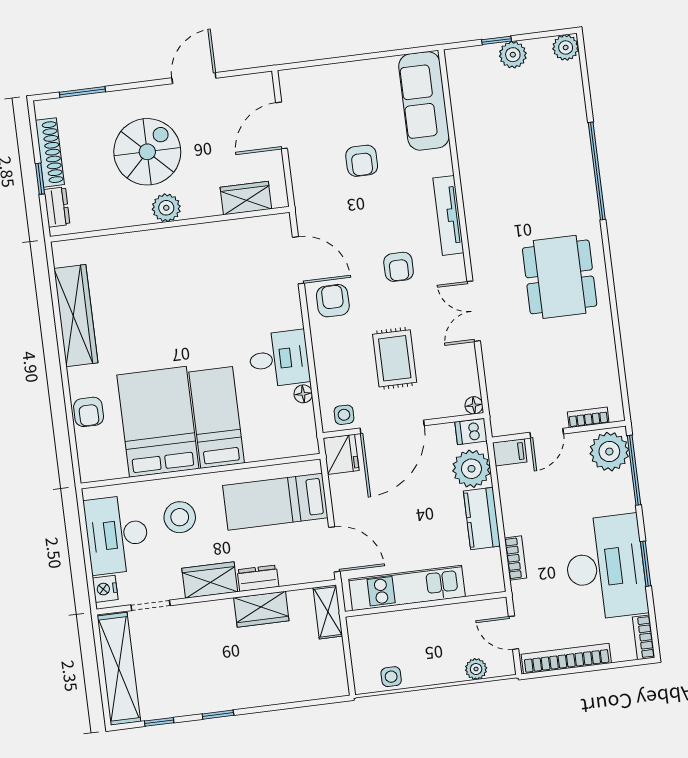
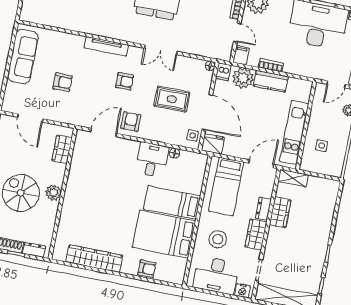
sofa: (424, 101) -> (23, 57), moved, turned -90
armchair: (333, 301) -> (131, 122), turned 90
bookcase: (515, 558) -> (271, 65), moved
side table: (391, 677) -> (322, 146), moved

